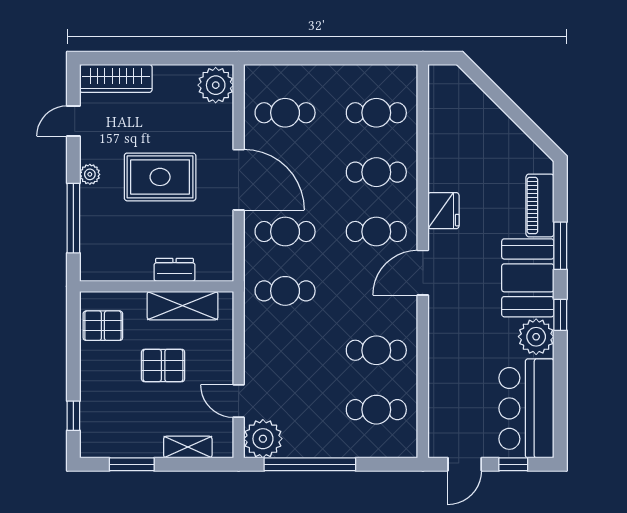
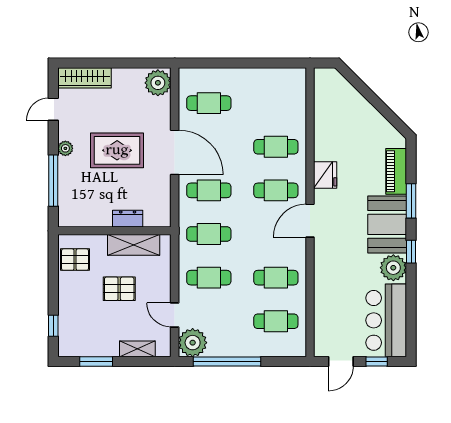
cafe table: (376, 113) -> (209, 278), moved

